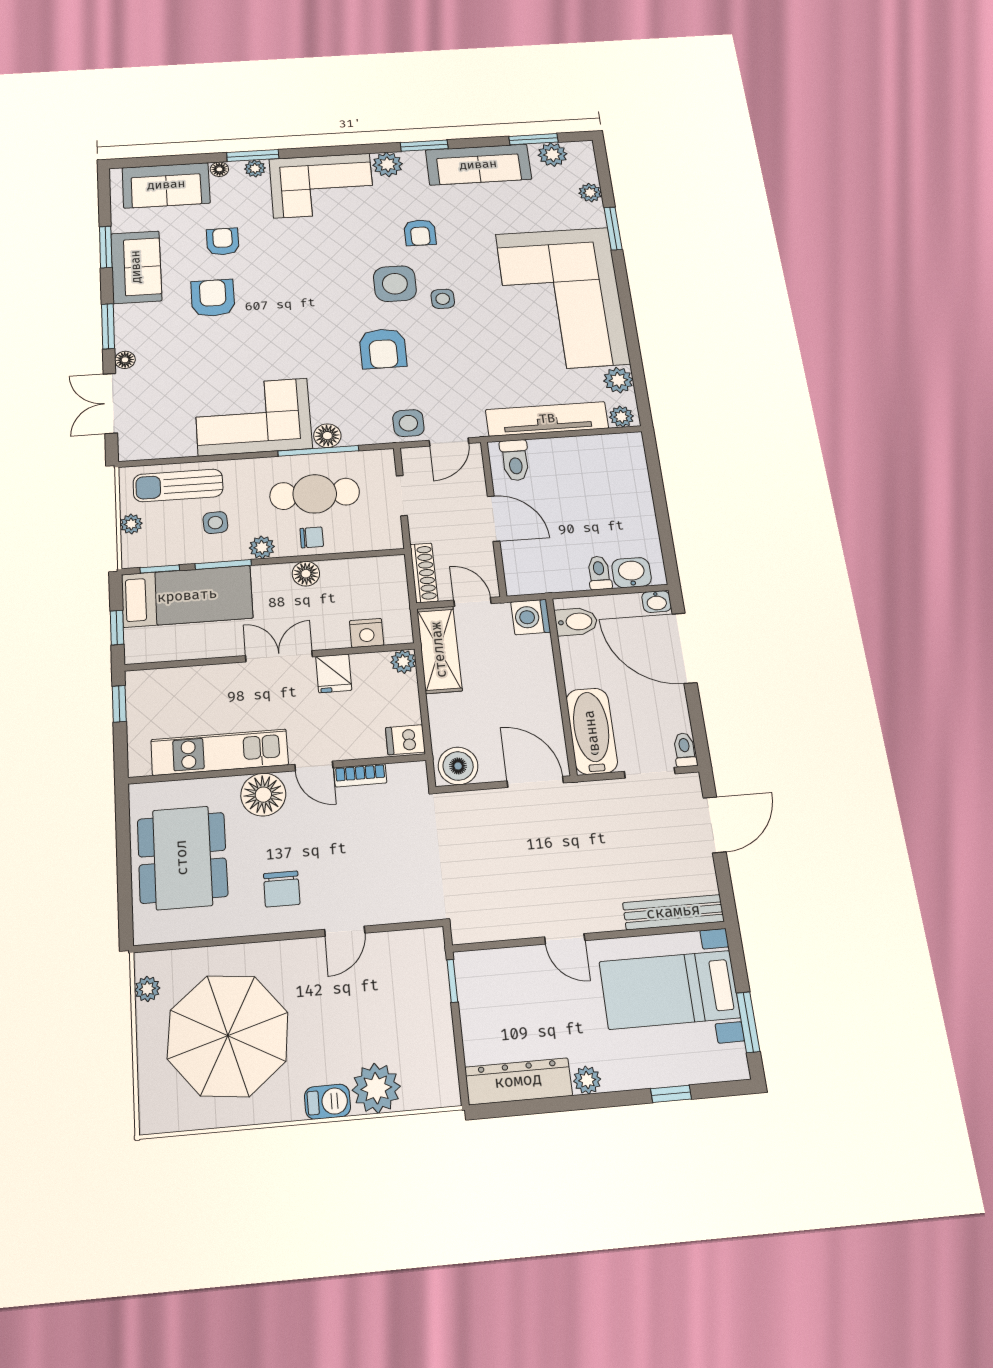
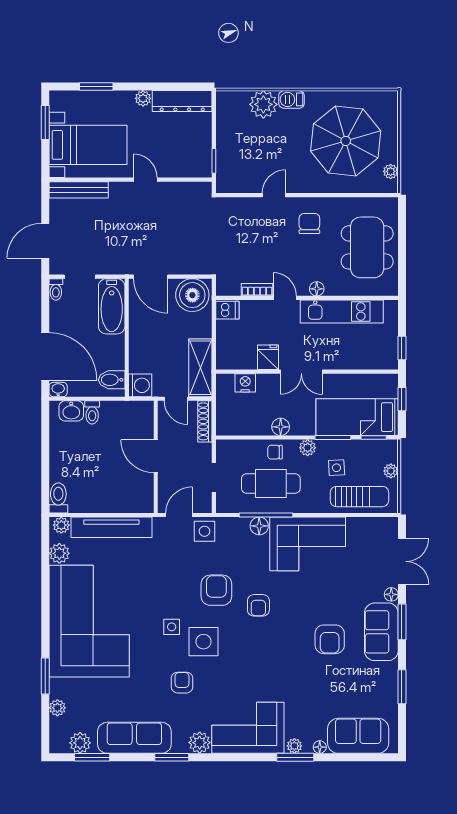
armchair: (223, 242) -> (258, 605), moved
sofa: (136, 267) -> (381, 632), moved
toilet: (515, 460) -> (58, 498), moved
plant: (403, 662) -> (224, 362), removed
boiler: (458, 766) -> (192, 295), width x1.37, depth x1.37
floor lamp: (263, 795) -> (317, 289), width x0.53, depth x0.53
window: (671, 1094) -> (96, 87), width x1.50

